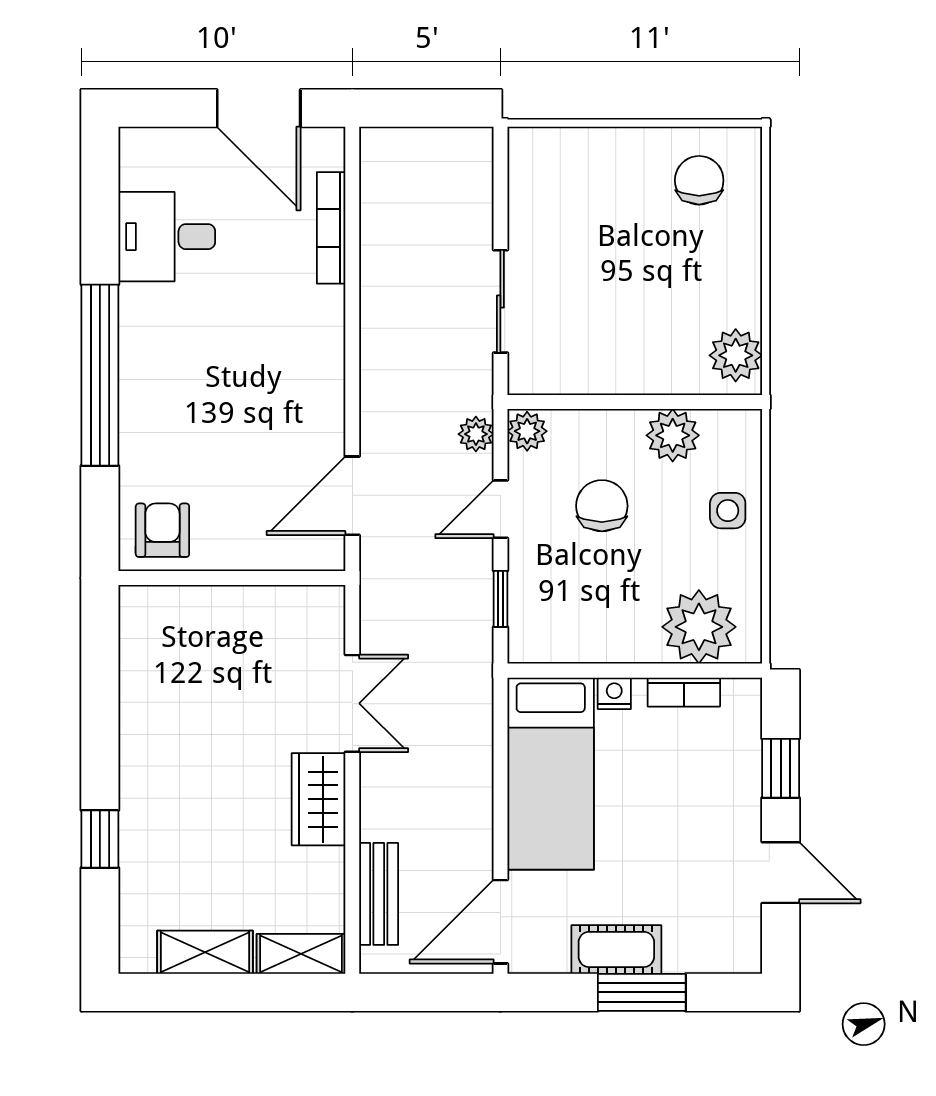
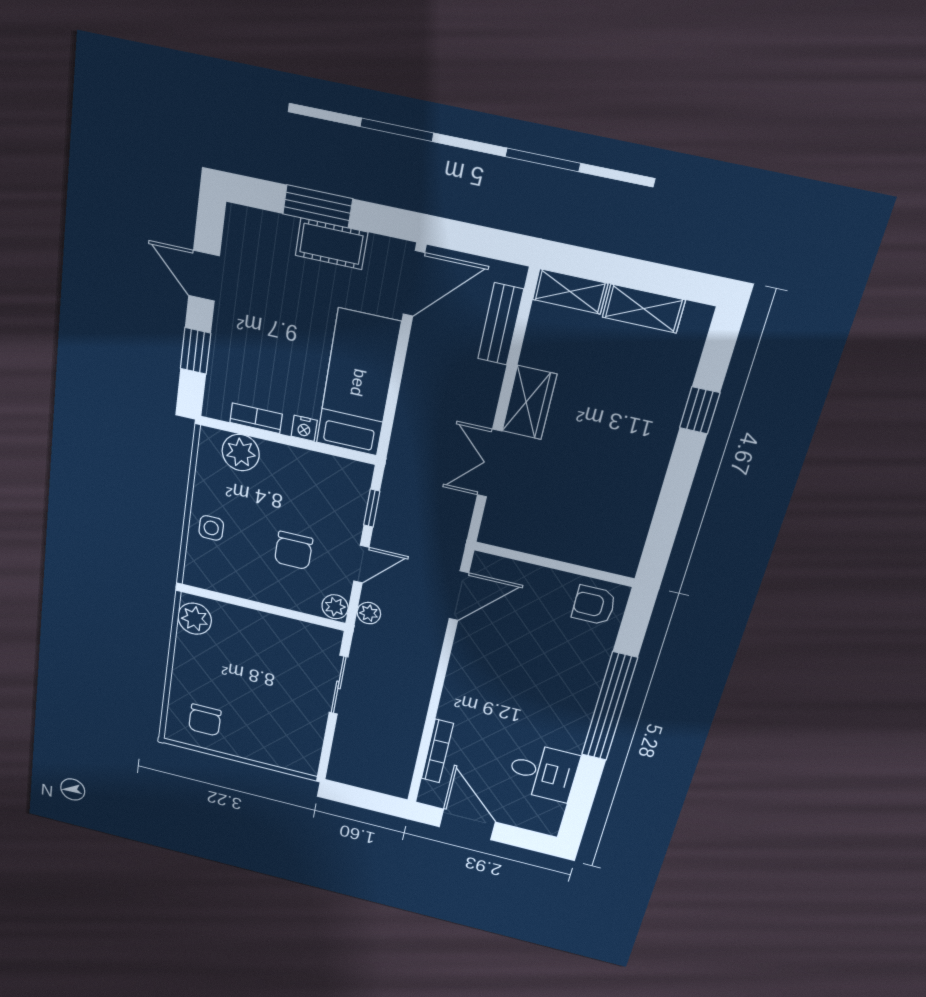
plant: (673, 435) -> (241, 582), removed
armchair: (162, 530) -> (594, 605), turned 90
plant: (699, 627) -> (241, 453), width x0.73, depth x0.73

